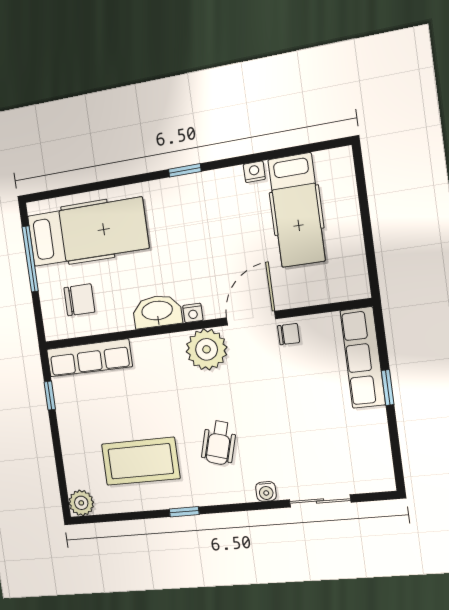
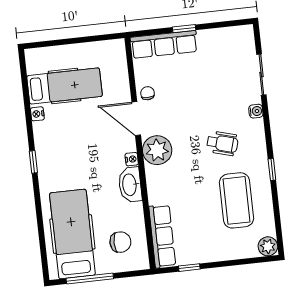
chair: (79, 300) -> (120, 242), turned 90

